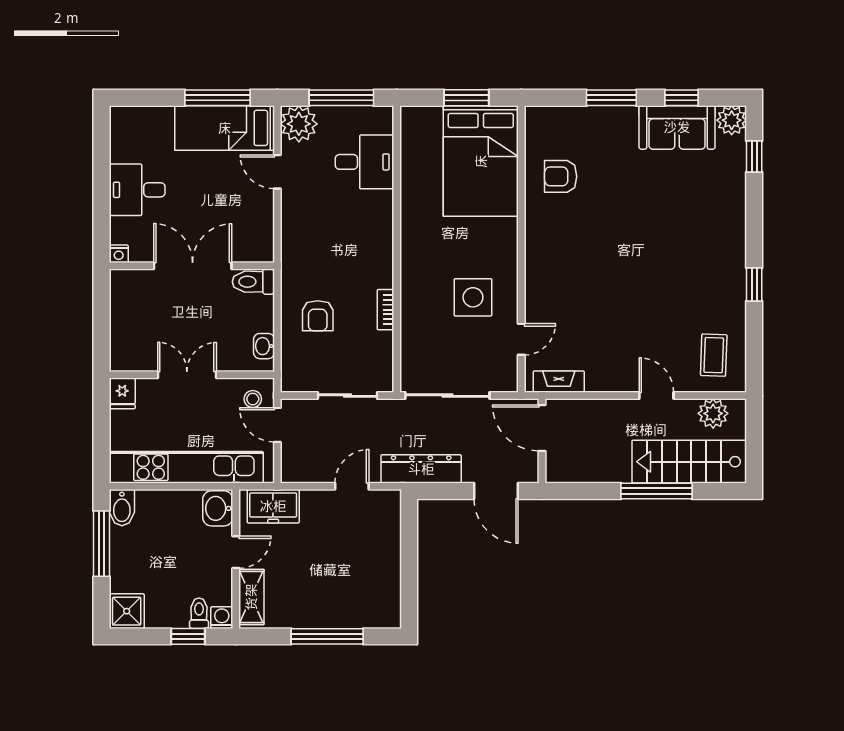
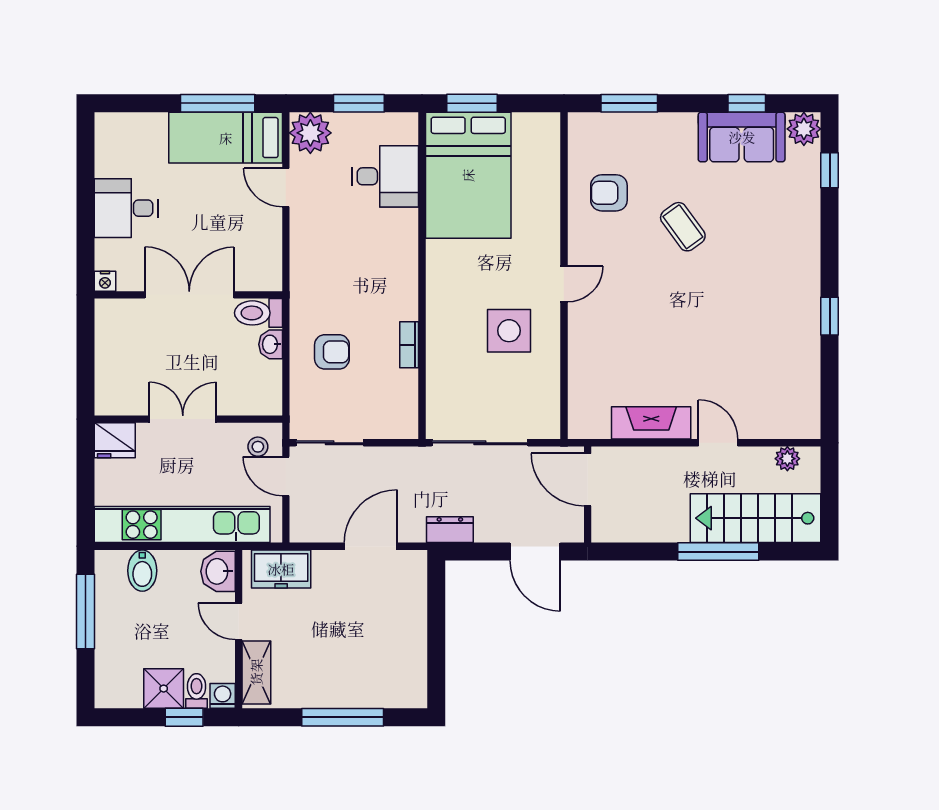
window: (341, 98) -> (359, 103), width x0.69
window: (466, 98) -> (472, 103), moved
window: (611, 98) -> (629, 103), moved
bed: (481, 161) -> (468, 175), moved
armchair: (318, 316) -> (332, 352), turned -90
door: (521, 339) -> (564, 284), moved
washbasin: (264, 346) -> (271, 344), moved
coffee table: (714, 355) -> (683, 227), moved, turned -38
fireplace: (559, 382) -> (651, 423), moved, width x1.37, depth x1.32
fridge: (122, 393) -> (115, 440), width x1.38
sliding door: (348, 396) -> (330, 443), moved
plant: (713, 413) -> (787, 459), width x0.73, depth x0.73
dresser: (421, 469) -> (450, 530), width x0.51, depth x0.80
door: (352, 486) -> (371, 546), width x1.38
bidet: (122, 508) -> (142, 571), moved
door: (236, 552) -> (239, 621), swing flipped
shower: (127, 611) -> (164, 689), moved

